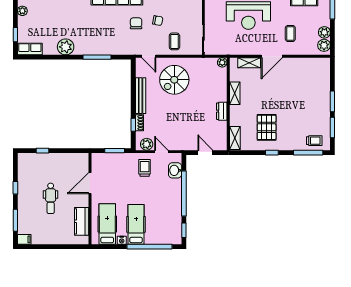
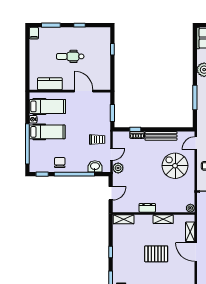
pallet: (267, 127) -> (156, 254), moved
plant: (147, 144) -> (118, 168), moved
chair: (171, 210) -> (60, 162), added

